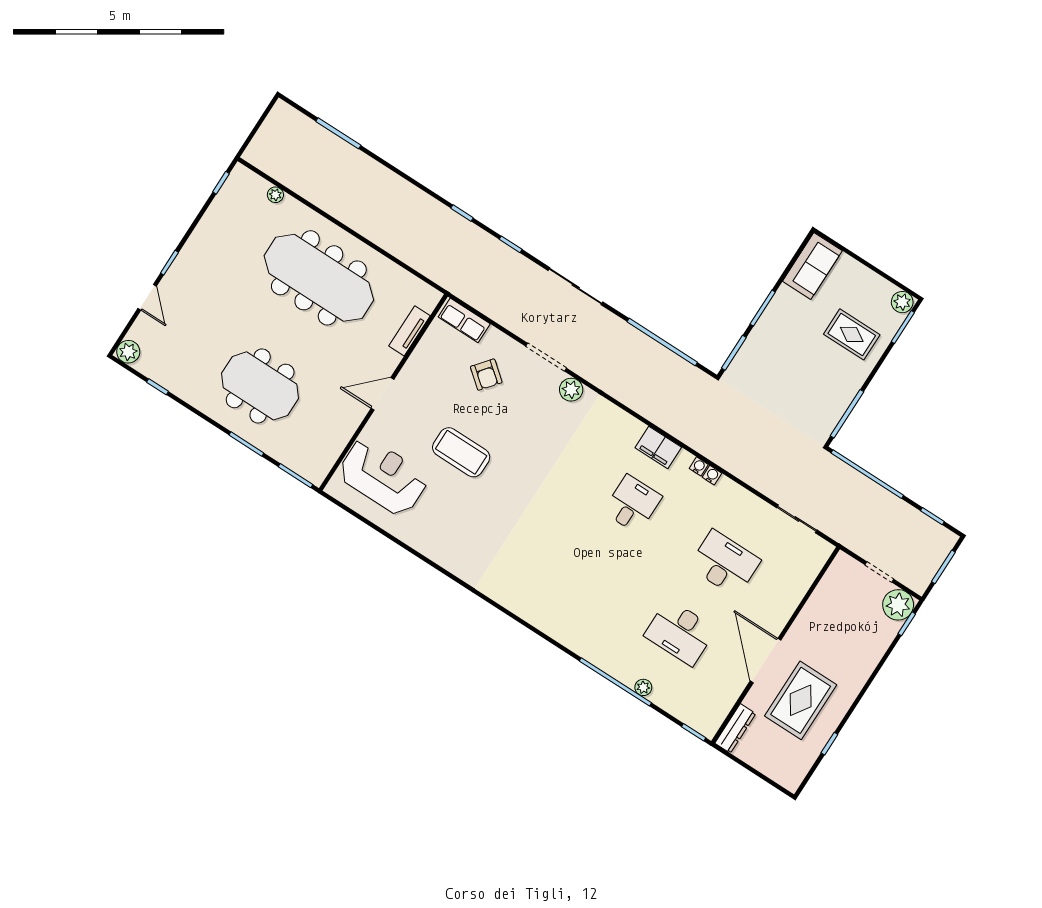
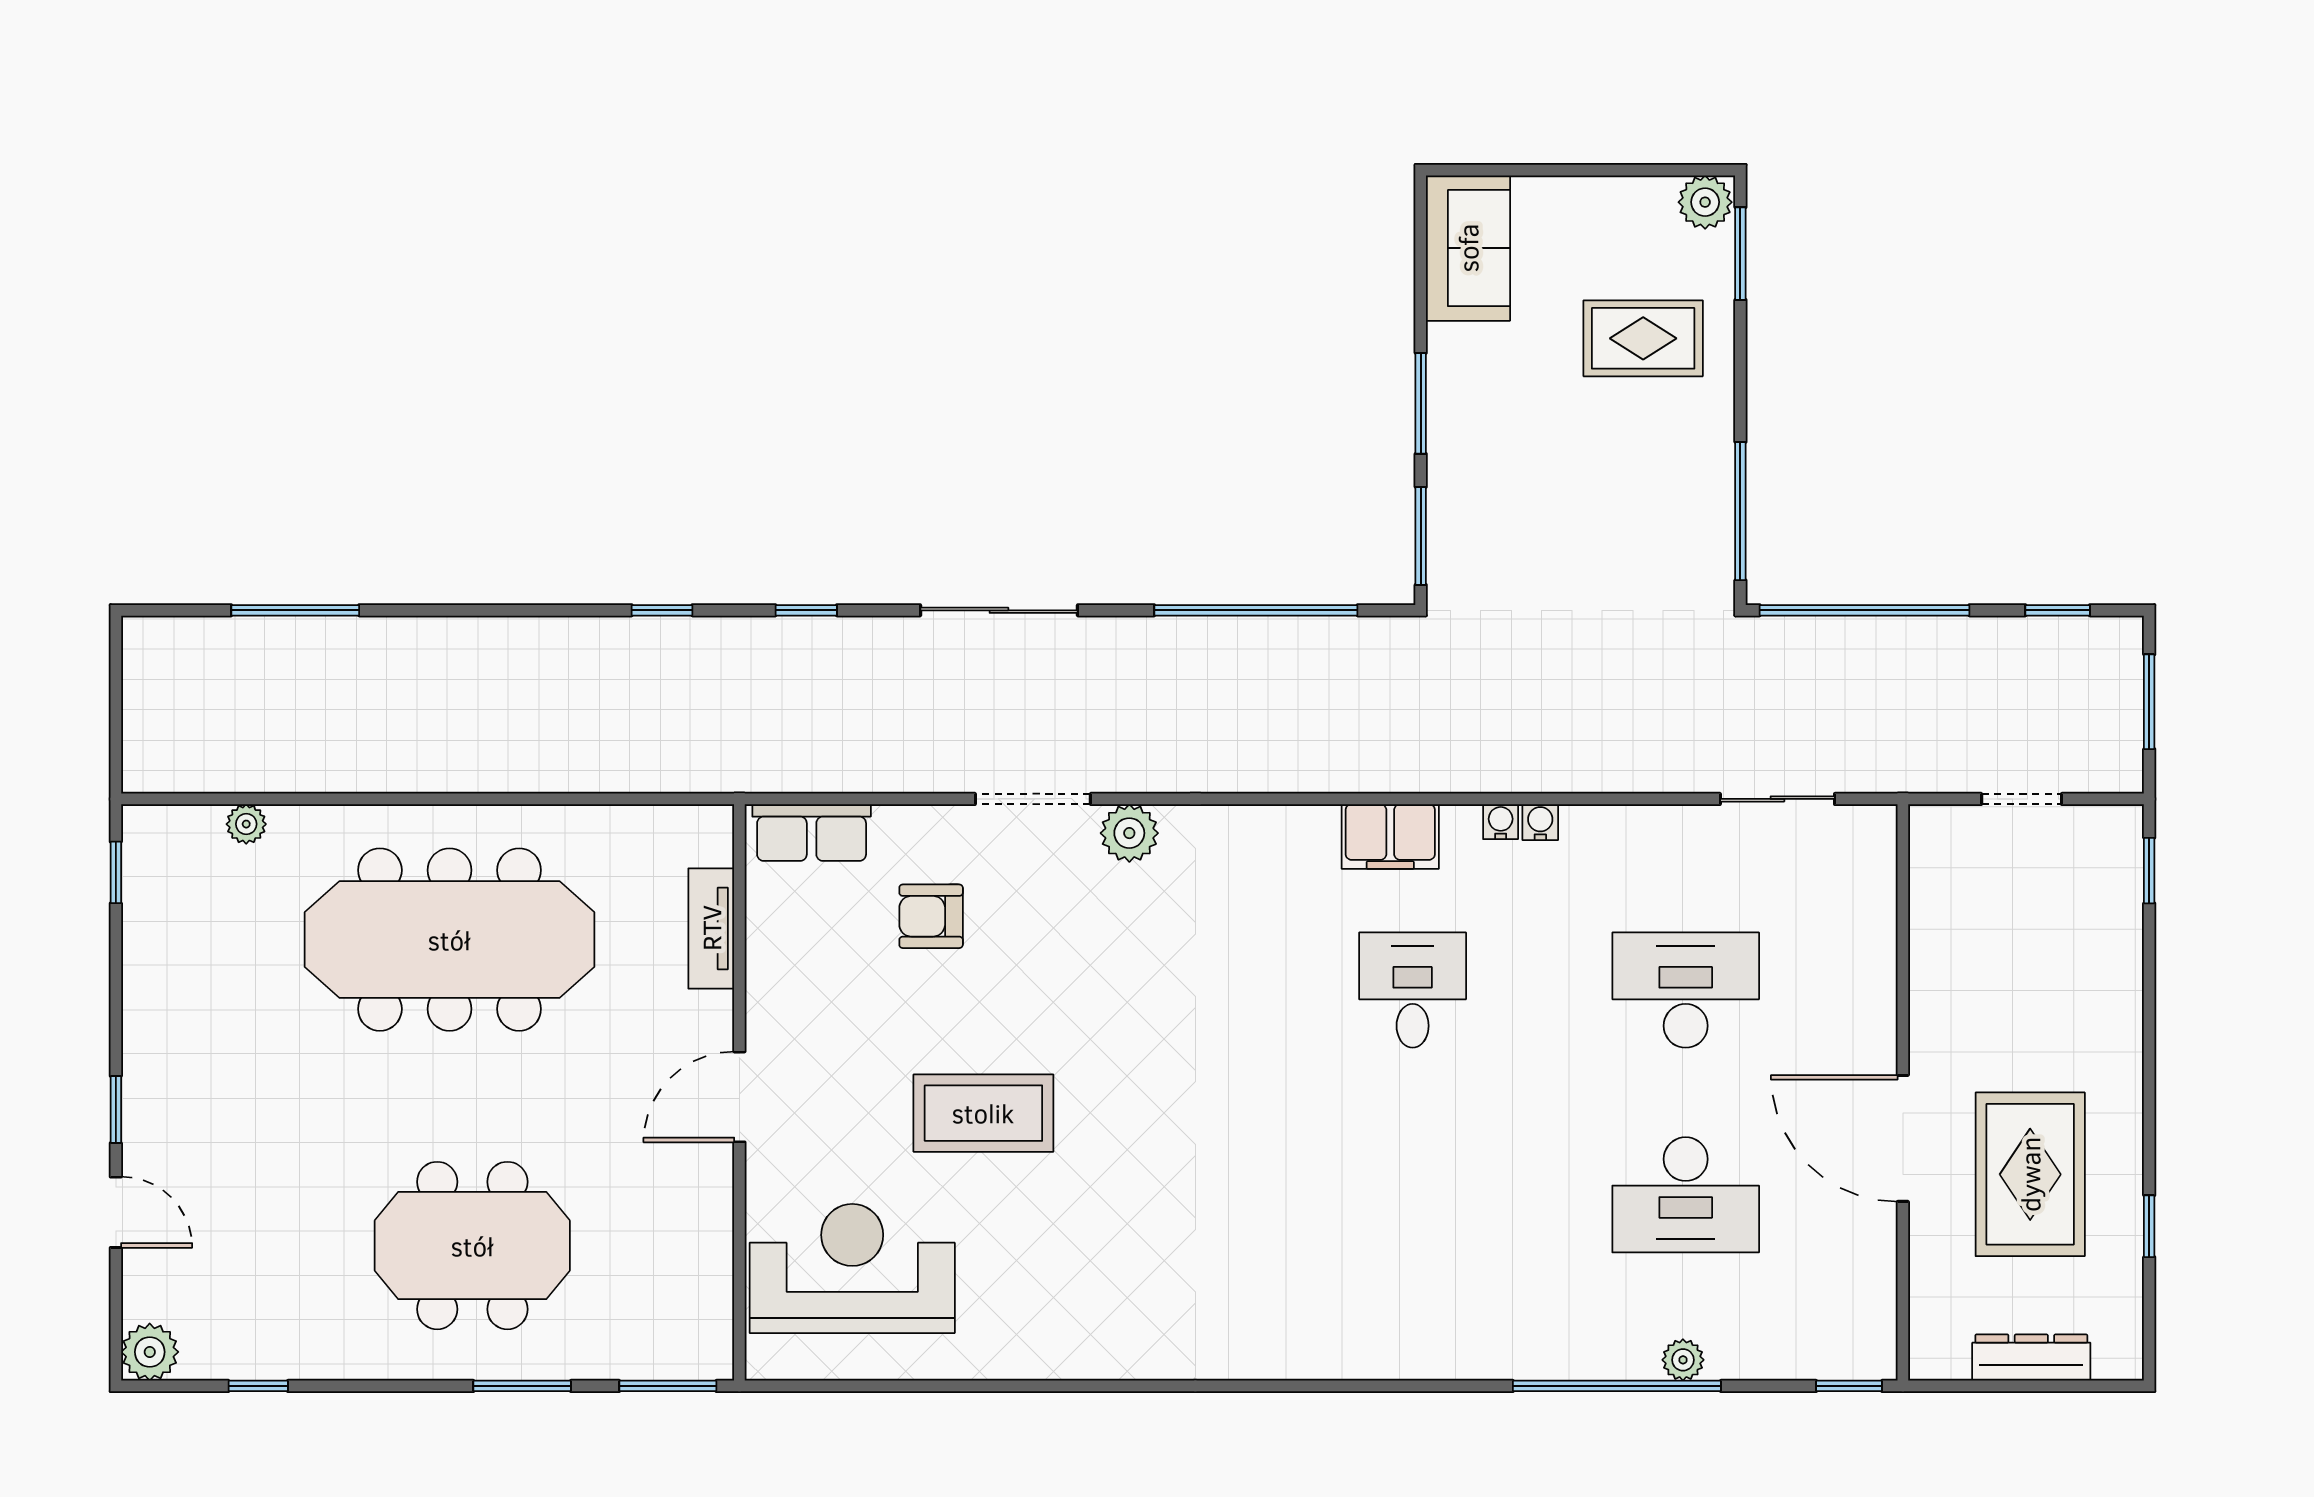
armchair: (486, 375) -> (931, 916), turned 141
plant: (898, 605) -> (2106, 843), removed
dresser: (735, 728) -> (2031, 1358), moved, turned -90

